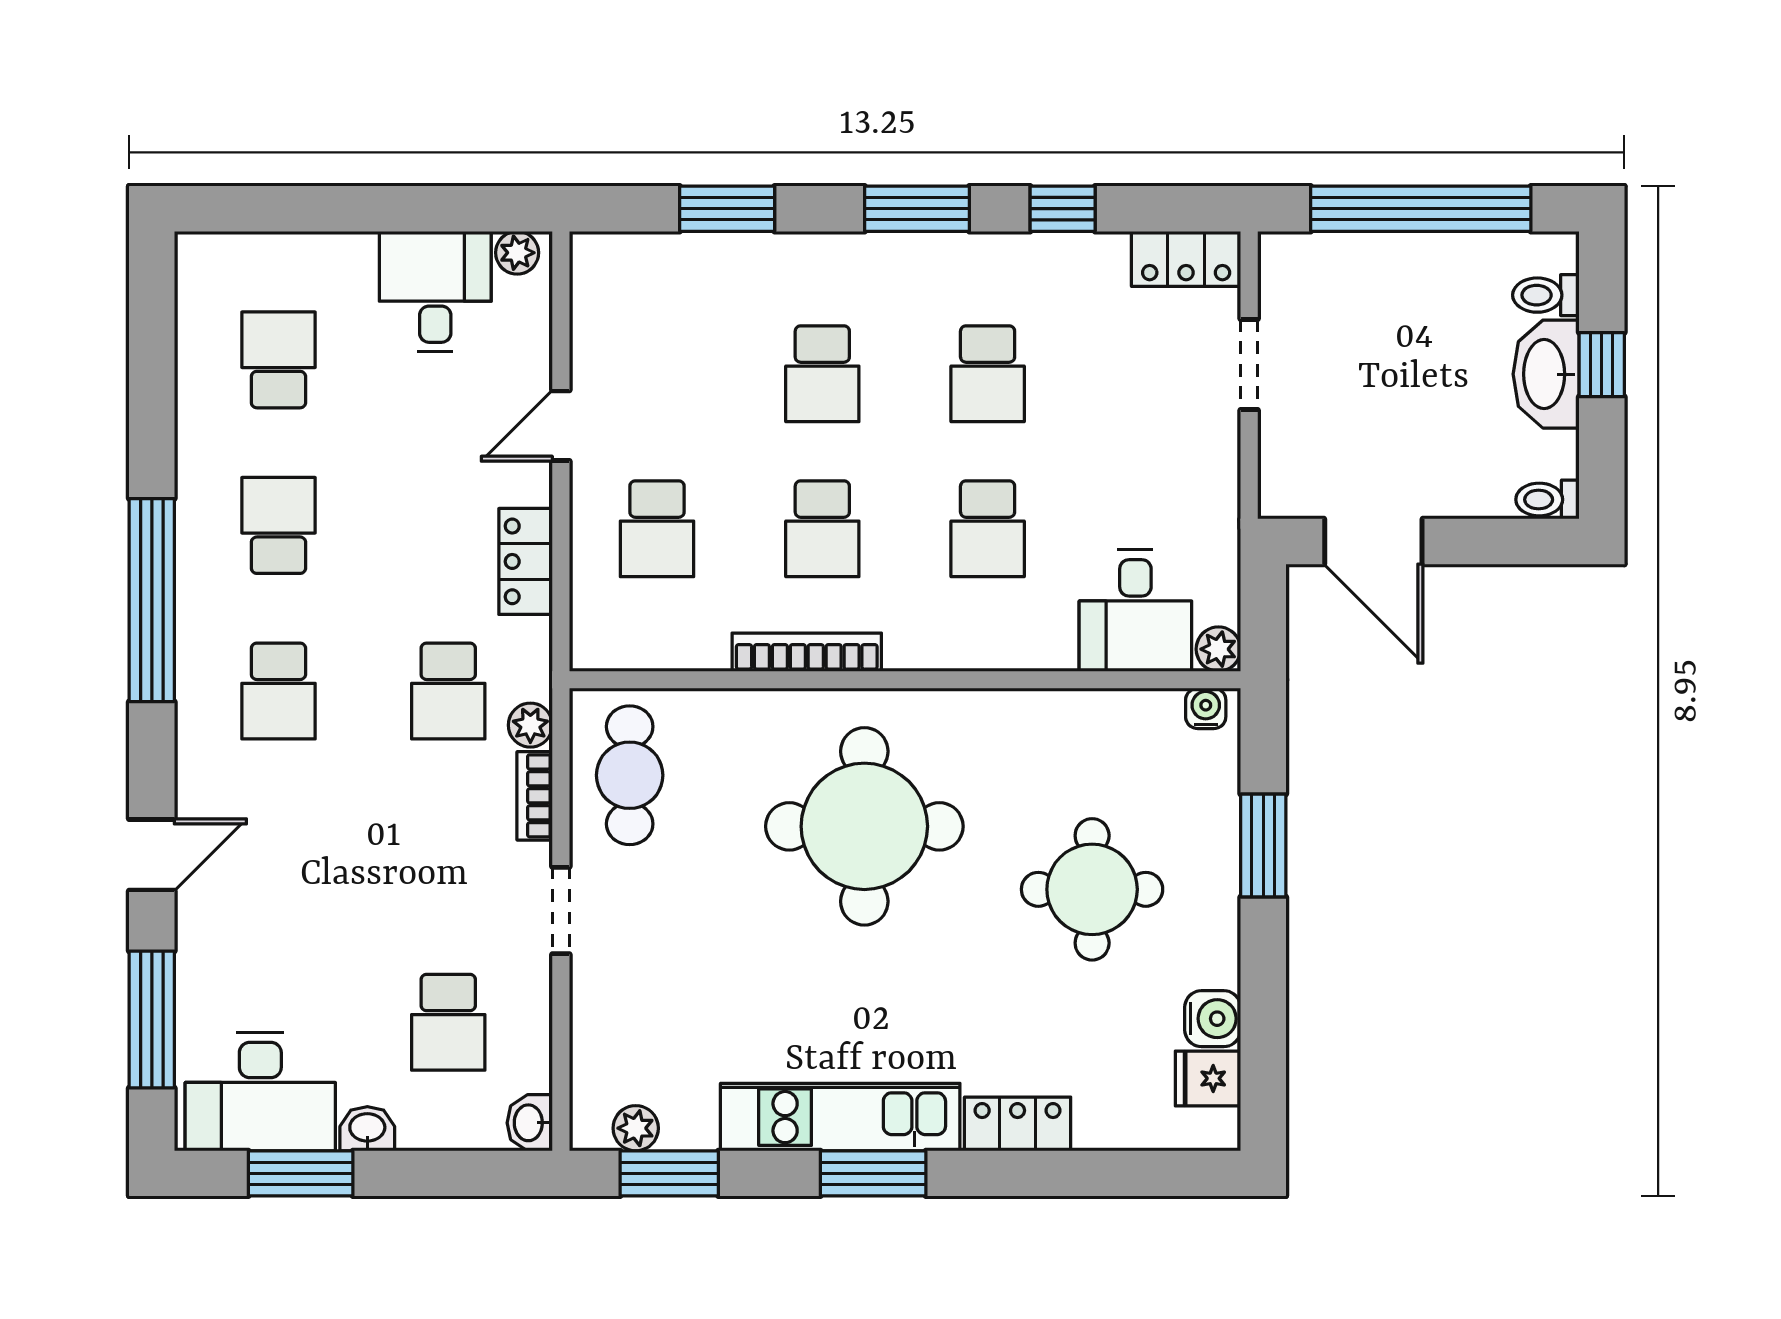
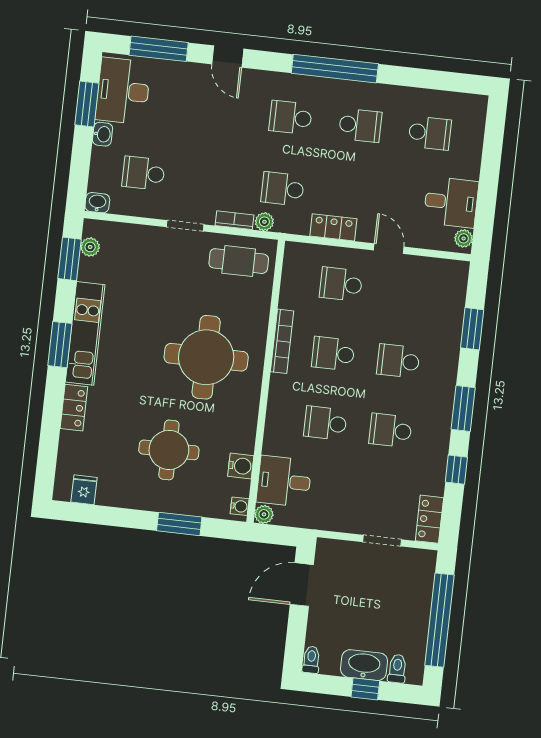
water cooler: (1213, 1019) -> (241, 466), moved, turned -90

